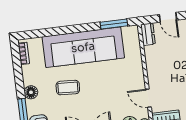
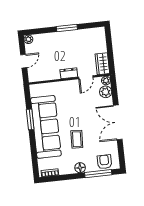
window: (114, 24) -> (30, 119), moved
dresser: (148, 34) -> (69, 73), moved

